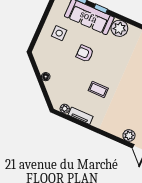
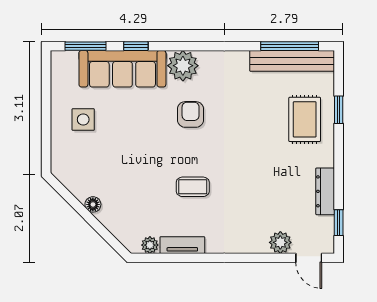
armchair: (85, 53) -> (191, 114), moved, turned 90

